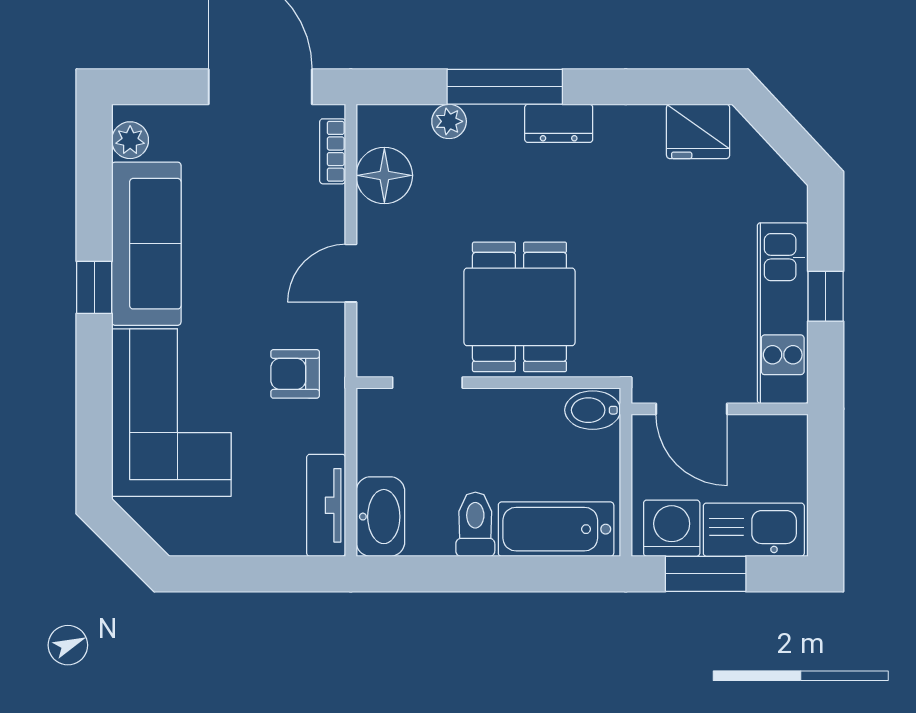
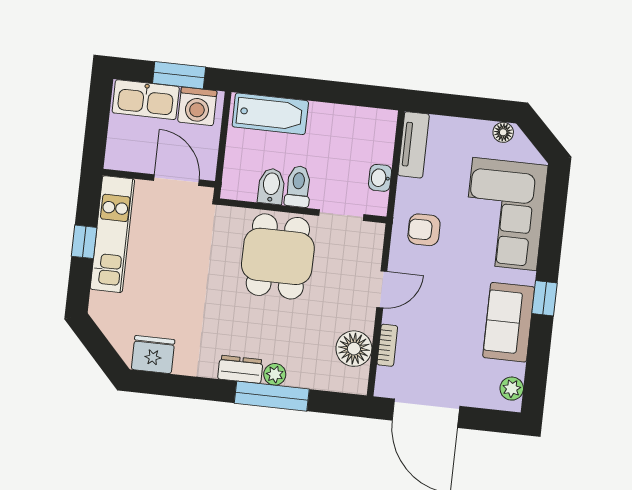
plant: (449, 121) -> (275, 374), moved
bookcase: (333, 151) -> (387, 345), moved
sofa: (146, 244) -> (509, 322), width x0.73
armchair: (295, 374) -> (424, 230), turned 180
bidet: (593, 410) -> (271, 186), moved, turned -90
washbasin: (380, 517) -> (380, 178), moved, width x0.52, depth x0.69
toilet: (475, 524) -> (298, 186), moved, turned 180
floor lamp: (188, 540) -> (503, 132), added

